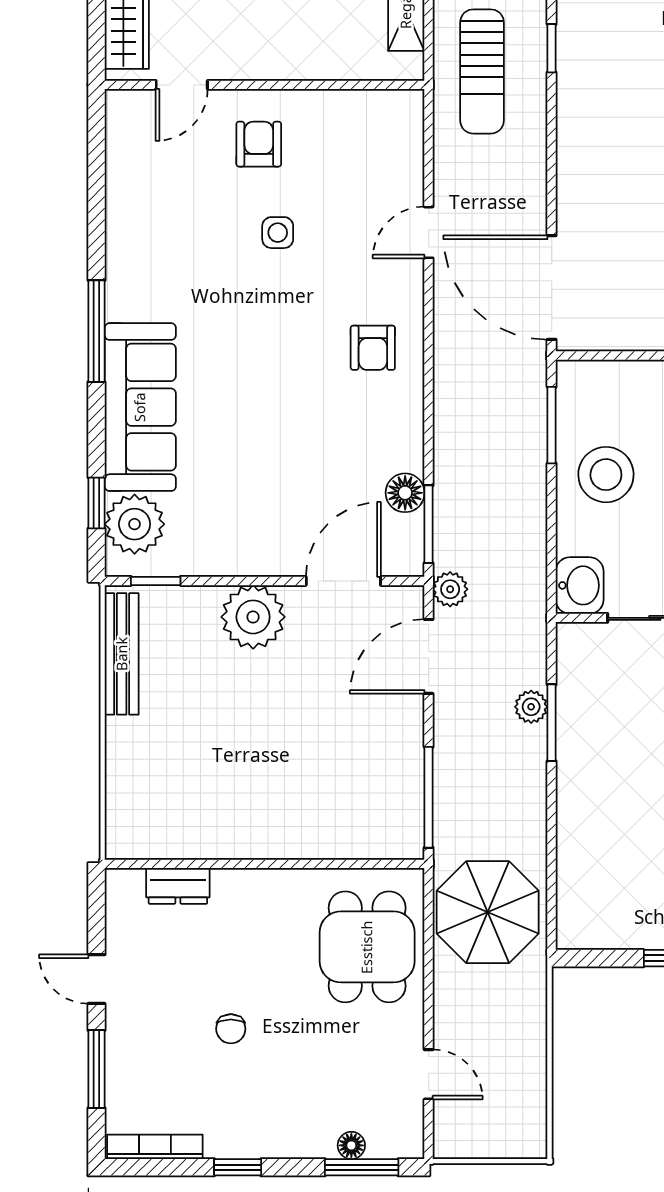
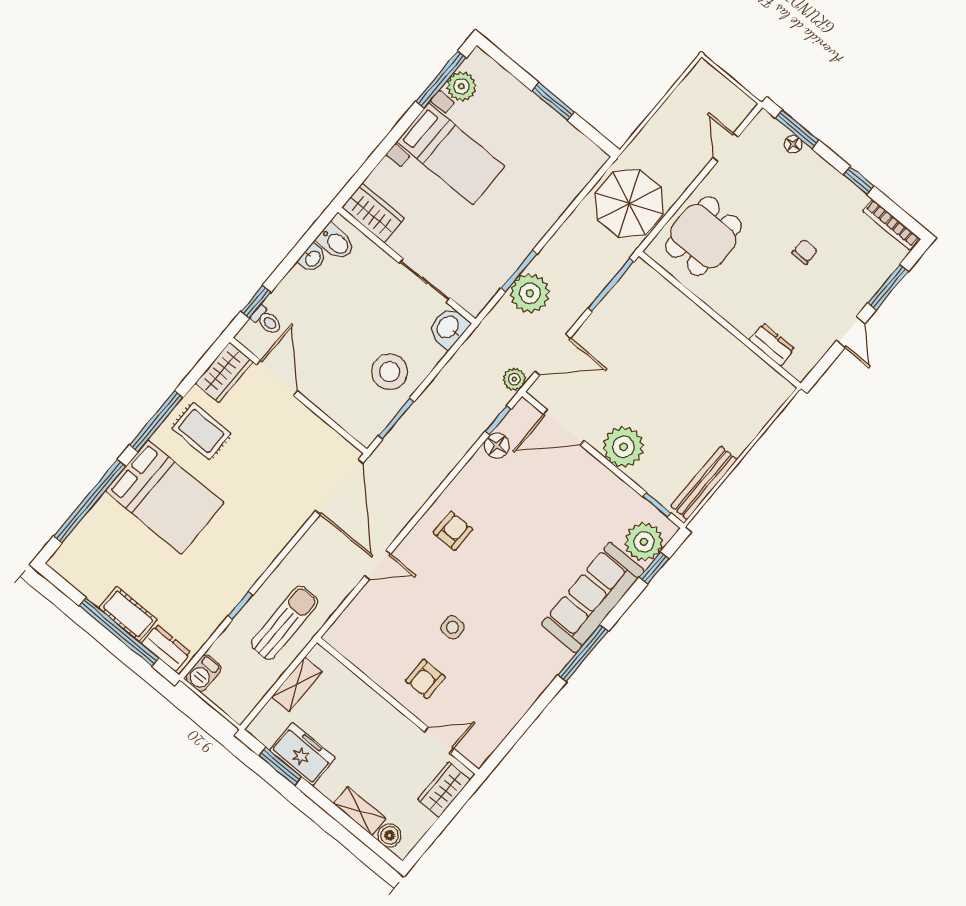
window: (429, 524) -> (498, 420), width x0.67
plant: (531, 707) -> (530, 293), width x1.87, depth x1.87

